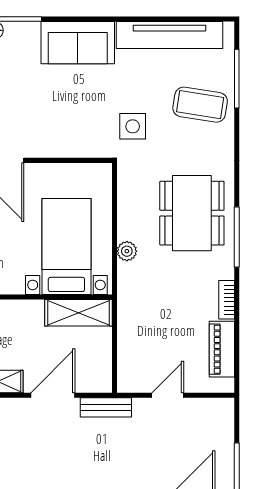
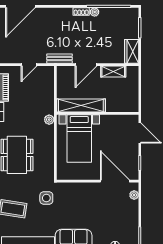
plant: (127, 251) -> (49, 120), moved
shelving: (79, 313) -> (81, 106), width x1.47

